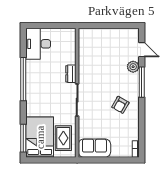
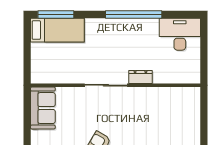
bed: (40, 137) -> (57, 30), width x0.67
rug: (63, 138) -> (56, 67), removed

